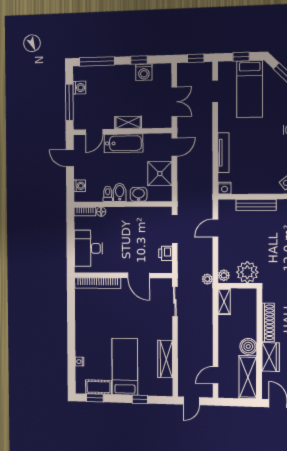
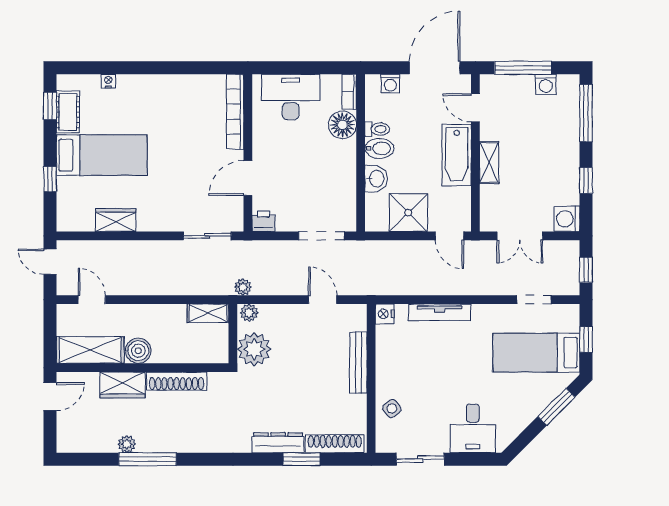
washing machine: (144, 72) -> (567, 219), moved
door: (70, 158) -> (435, 68), width x1.88
floor lamp: (101, 212) -> (342, 125), width x1.89, depth x1.89
printer: (166, 253) -> (264, 221), moved
wardrobe: (165, 359) -> (116, 220), width x0.67

